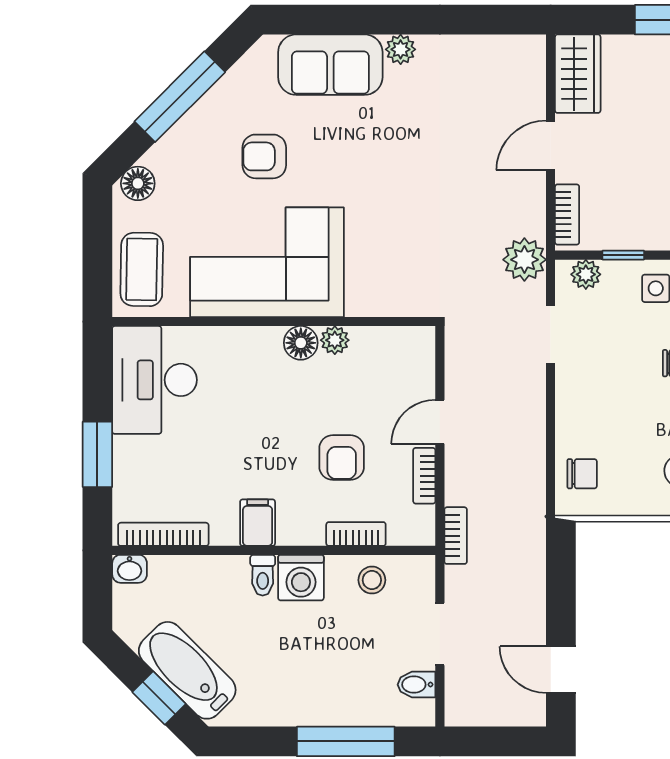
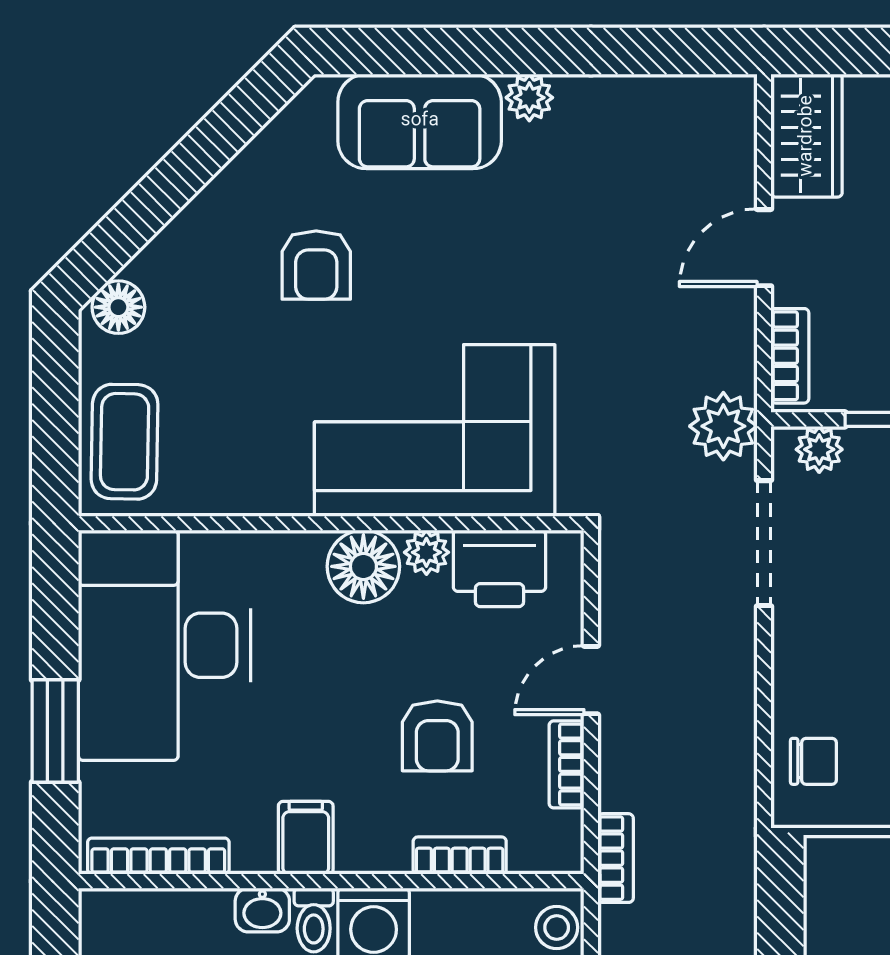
window: (180, 97) -> (184, 171), removed
armchair: (264, 156) -> (316, 265), turned -90
corner sofa: (267, 262) -> (435, 431), moved
doorway: (551, 334) -> (764, 543), width x1.38
floor lamp: (301, 343) -> (363, 566), width x1.38, depth x1.38
printer: (381, 350) -> (499, 568), added
desk: (155, 380) -> (164, 645), width x1.36, depth x1.30
washbasin: (130, 569) -> (262, 910), moved
stool: (372, 580) -> (557, 927), moved

